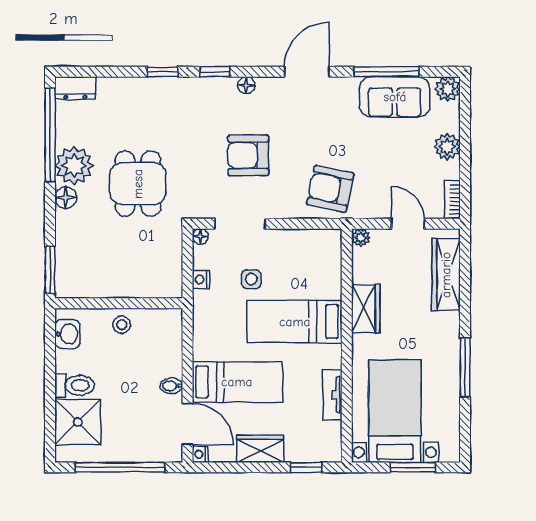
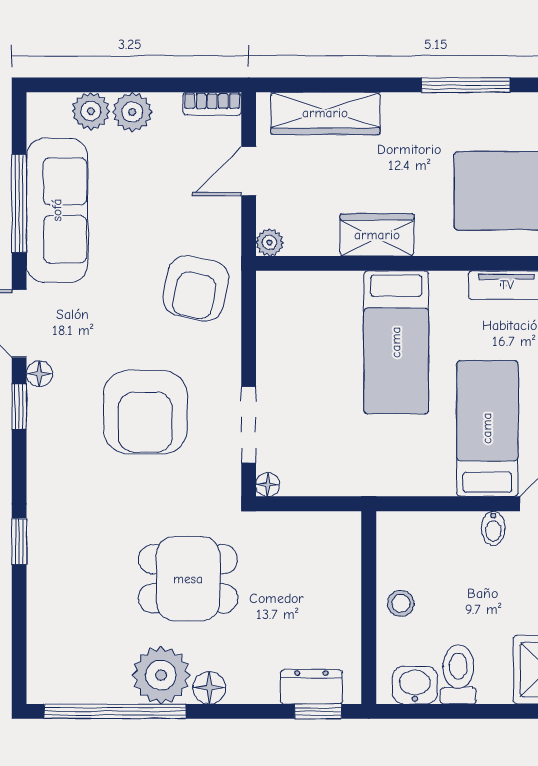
window: (215, 72) -> (19, 406), moved
floor lamp: (246, 85) -> (39, 374), moved
dresser: (75, 88) -> (311, 687), moved, turned -90
plant: (448, 89) -> (91, 111), moved
sofa: (395, 97) -> (57, 210), width x1.36
armchair: (248, 155) -> (145, 412), width x1.36, depth x1.36
window: (50, 270) -> (318, 711), width x0.67
nightstand: (201, 279) -> (333, 484), removed
side table: (251, 279) -> (332, 408), removed
toilet: (75, 385) -> (458, 674), moved

